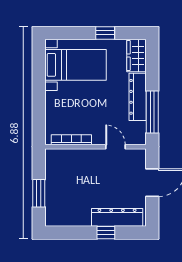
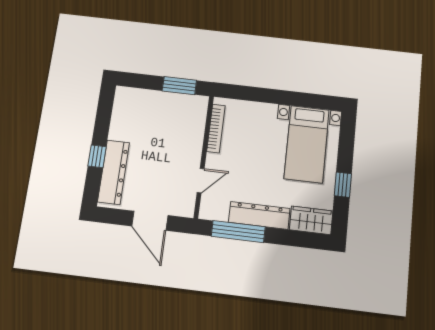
window: (39, 193) -> (179, 86), moved

